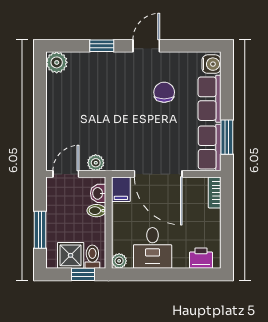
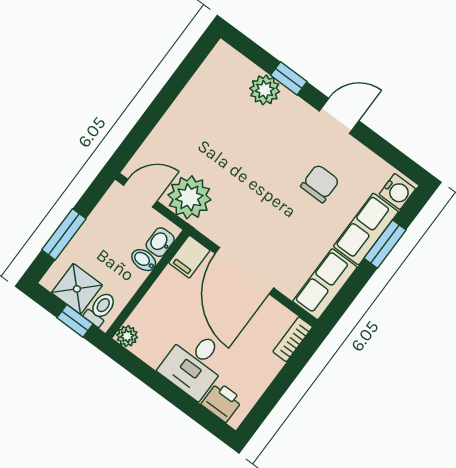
plant: (57, 62) -> (265, 90), moved
window: (227, 137) -> (385, 244), moved
plant: (96, 163) -> (189, 197), width x1.88, depth x1.88
desk: (153, 248) -> (195, 364), moved

